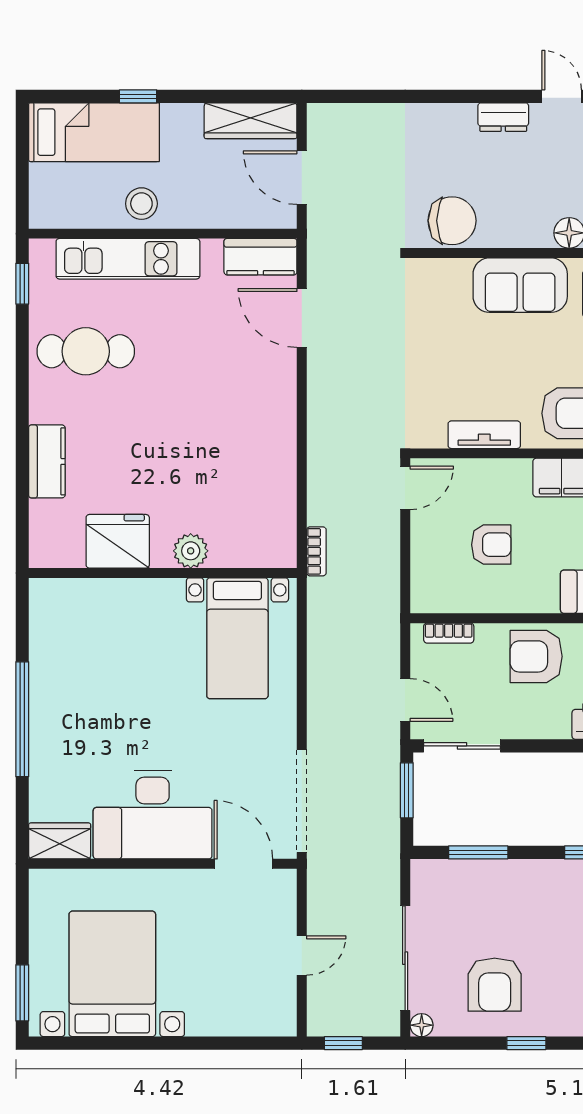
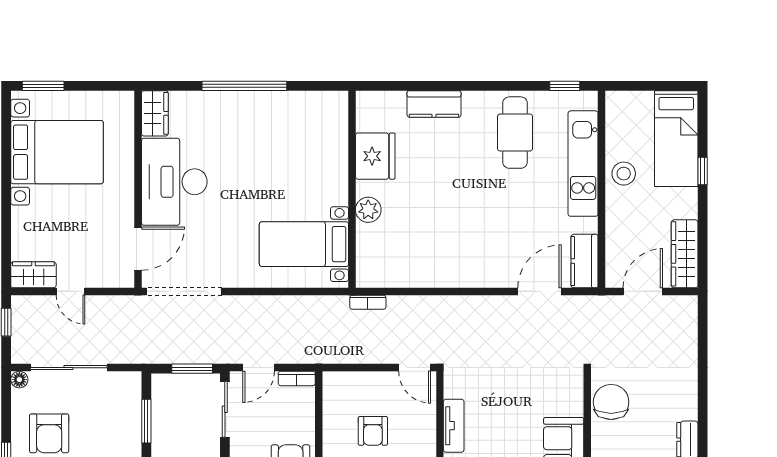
chair: (452, 221) -> (611, 402), turned 180
bookcase: (449, 633) -> (297, 378), moved, turned -90
armchair: (495, 985) -> (49, 433), turned -90
wardrobe: (279, 1006) -> (33, 275), added

